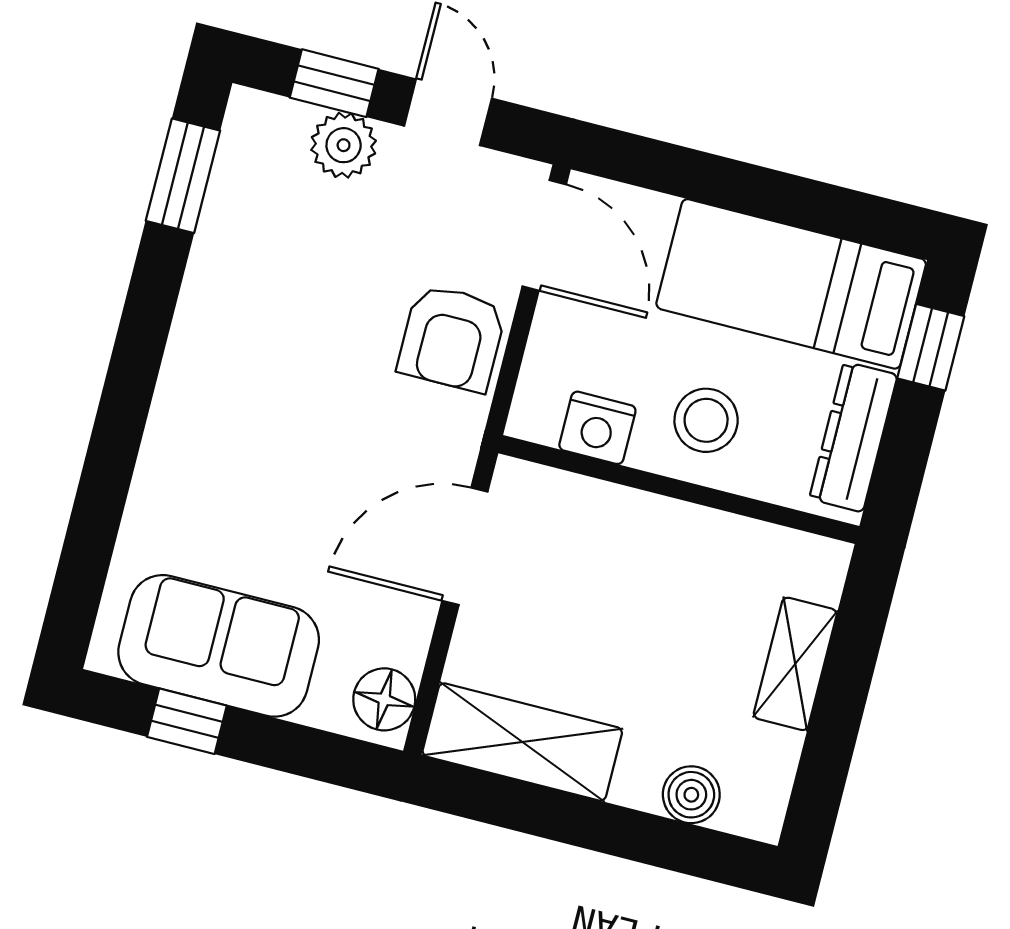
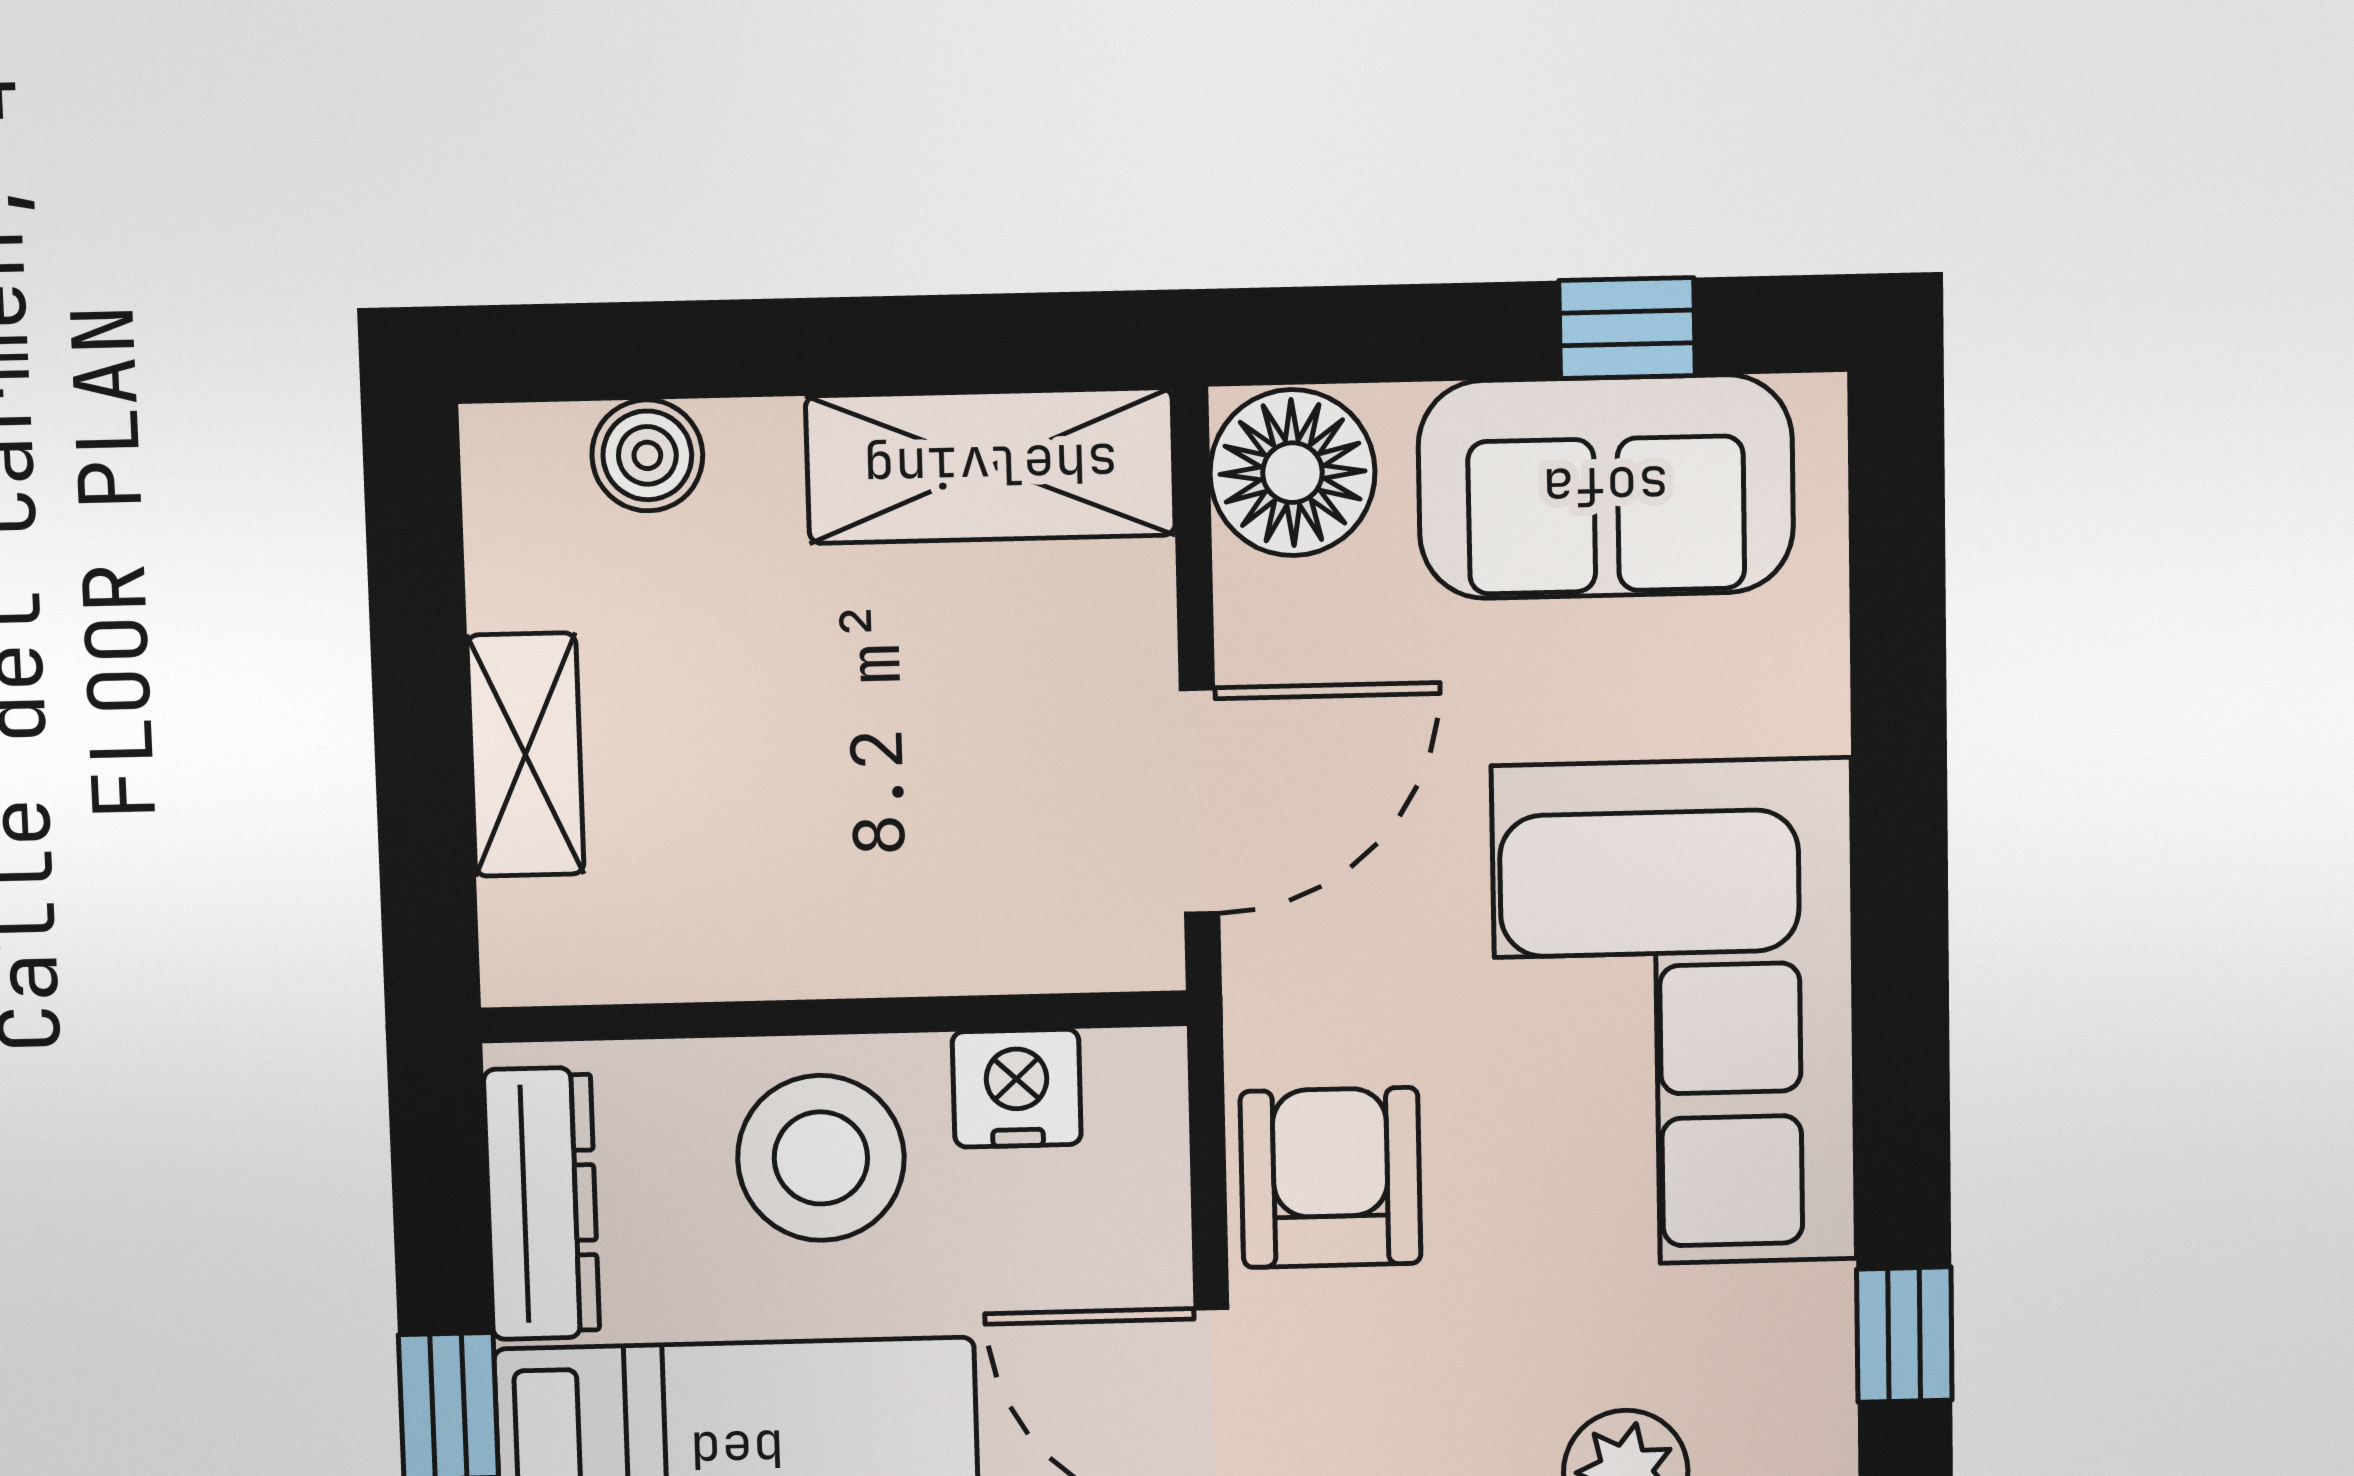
window: (183, 176) -> (1904, 1335), width x0.67
corner sofa: (255, 372) -> (1675, 1013), added
stool: (706, 420) -> (821, 1158), width x1.38, depth x1.38
floor lamp: (384, 699) -> (1292, 473), width x1.38, depth x1.38

